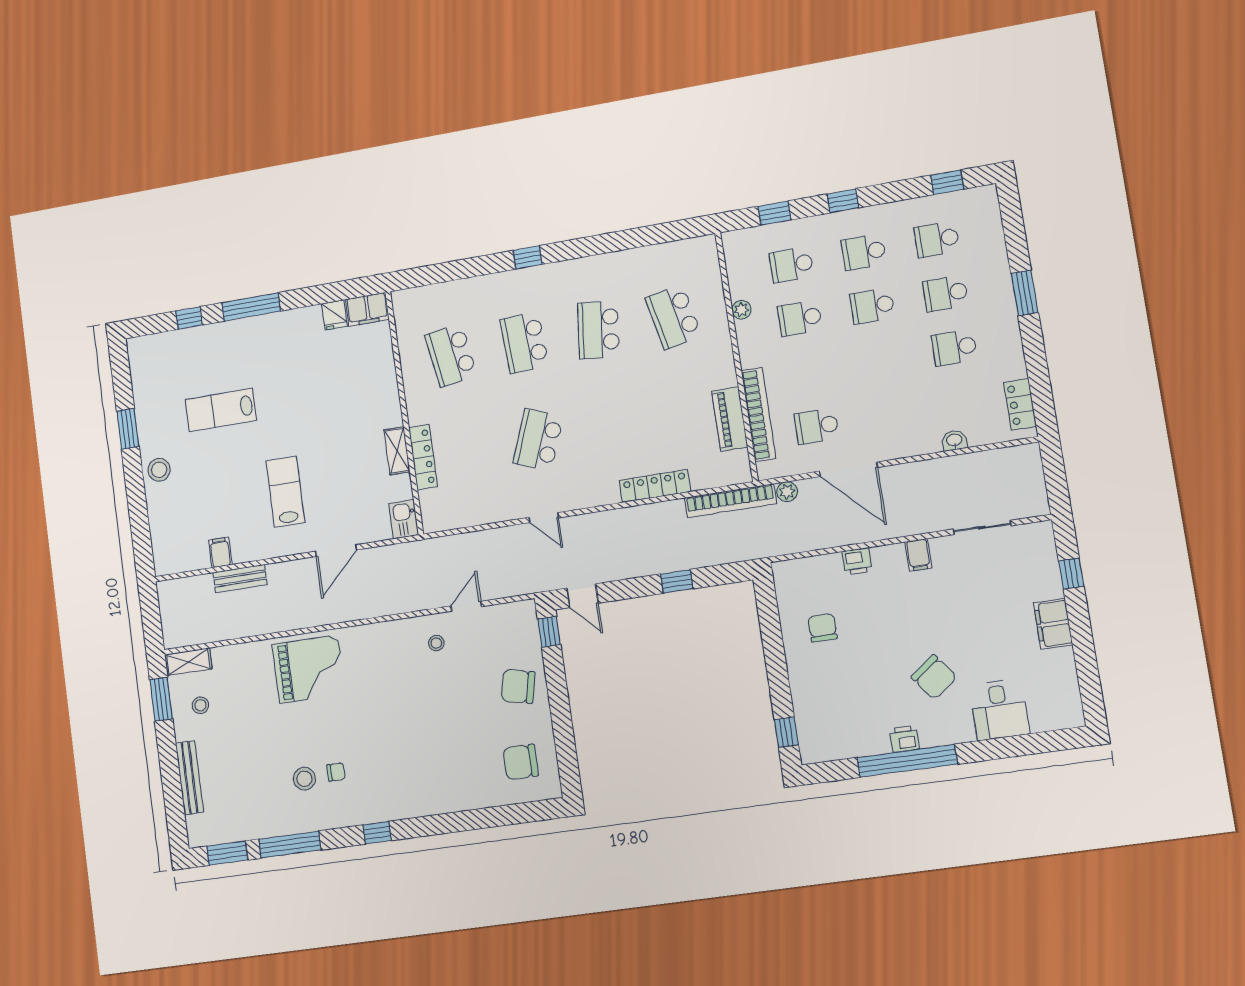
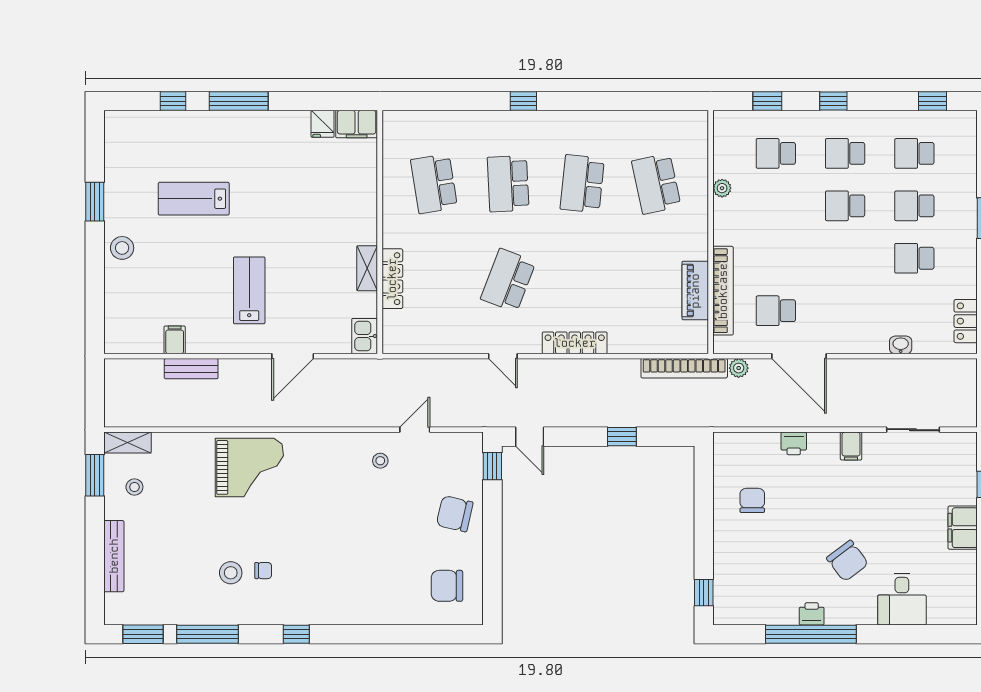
school desk: (800, 318) -> (776, 206), removed
locker: (655, 486) -> (575, 343), moved

